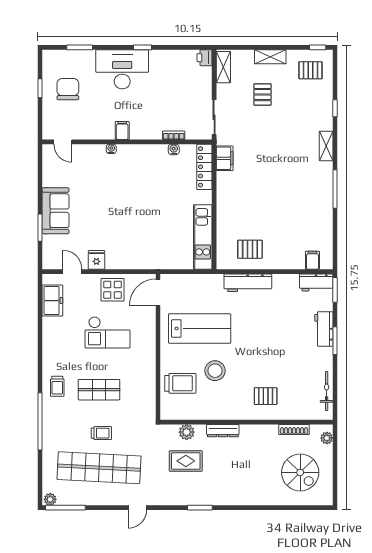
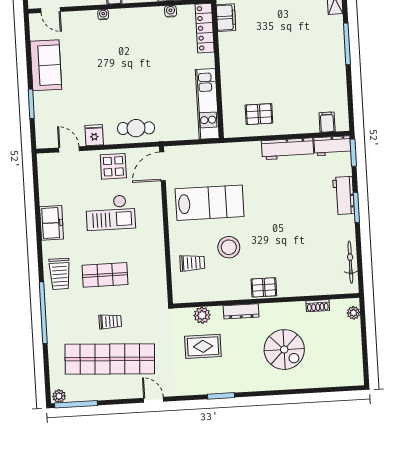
sofa: (56, 211) -> (46, 65), moved
cafe table: (136, 256) -> (136, 128), added
workbench: (248, 283) -> (288, 149), moved
freezer: (52, 301) -> (52, 223), moved
trolley: (180, 383) -> (192, 263), width x0.73, depth x0.72
trolley: (57, 386) -> (60, 274), width x1.36, depth x1.39
pallet: (266, 396) -> (264, 287), moved
shoe rack: (294, 430) -> (318, 306), width x0.70
spiral stairs: (300, 472) -> (284, 350), moved
door: (137, 508) -> (154, 400), swing flipped

